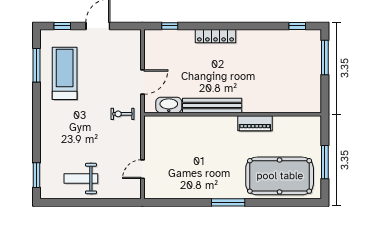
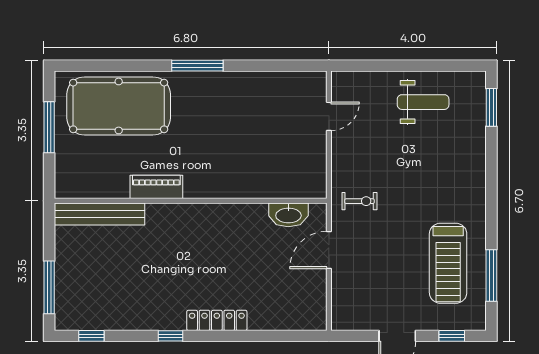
window: (170, 26) -> (170, 336), moved
bench: (212, 105) -> (99, 214), moved

